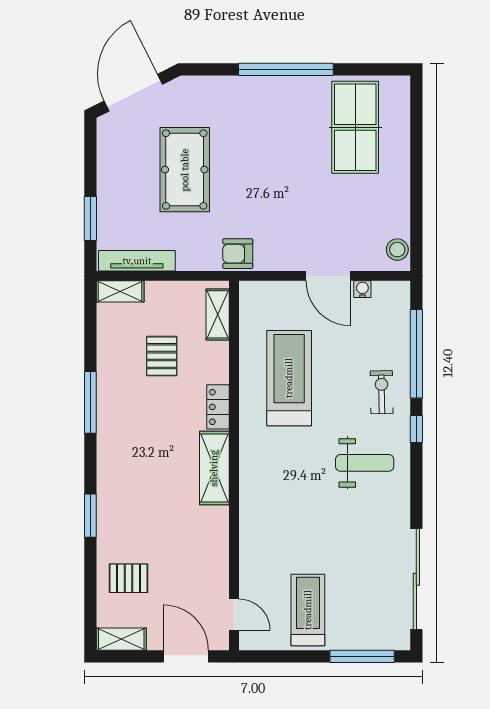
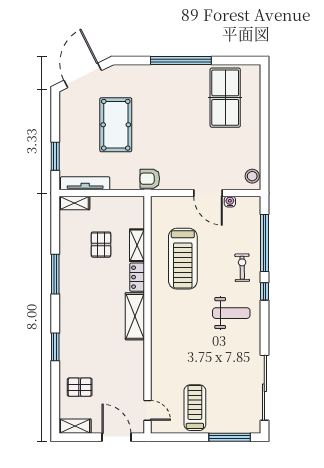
shelving: (218, 314) -> (137, 245), moved
treadmill: (289, 378) -> (183, 259), turned 180

